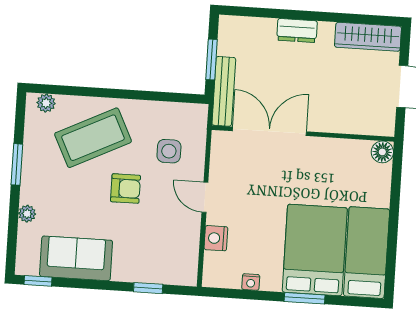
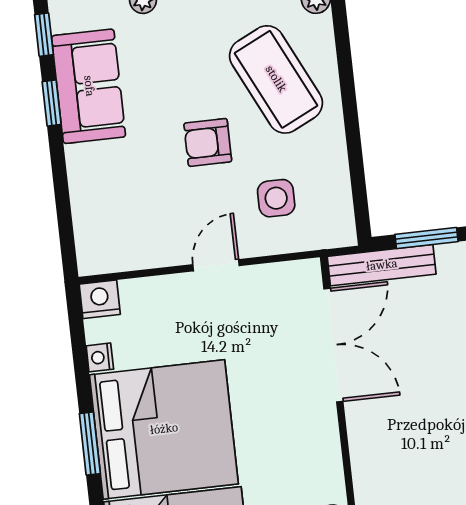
armchair: (126, 189) -> (208, 142), turned 90
nightstand: (216, 238) -> (100, 299), moved
bed: (315, 250) -> (164, 429), width x1.36
window: (148, 288) -> (52, 103), moved

